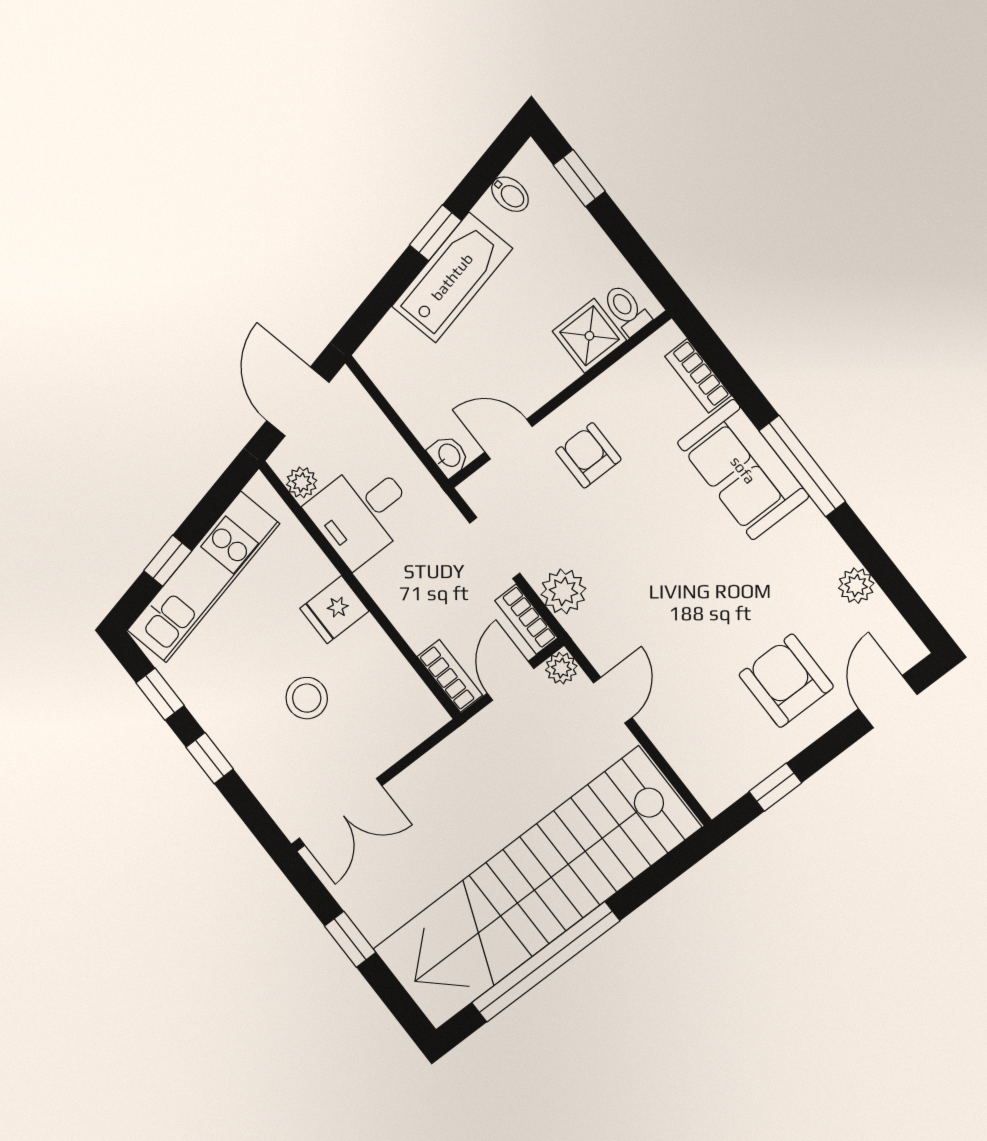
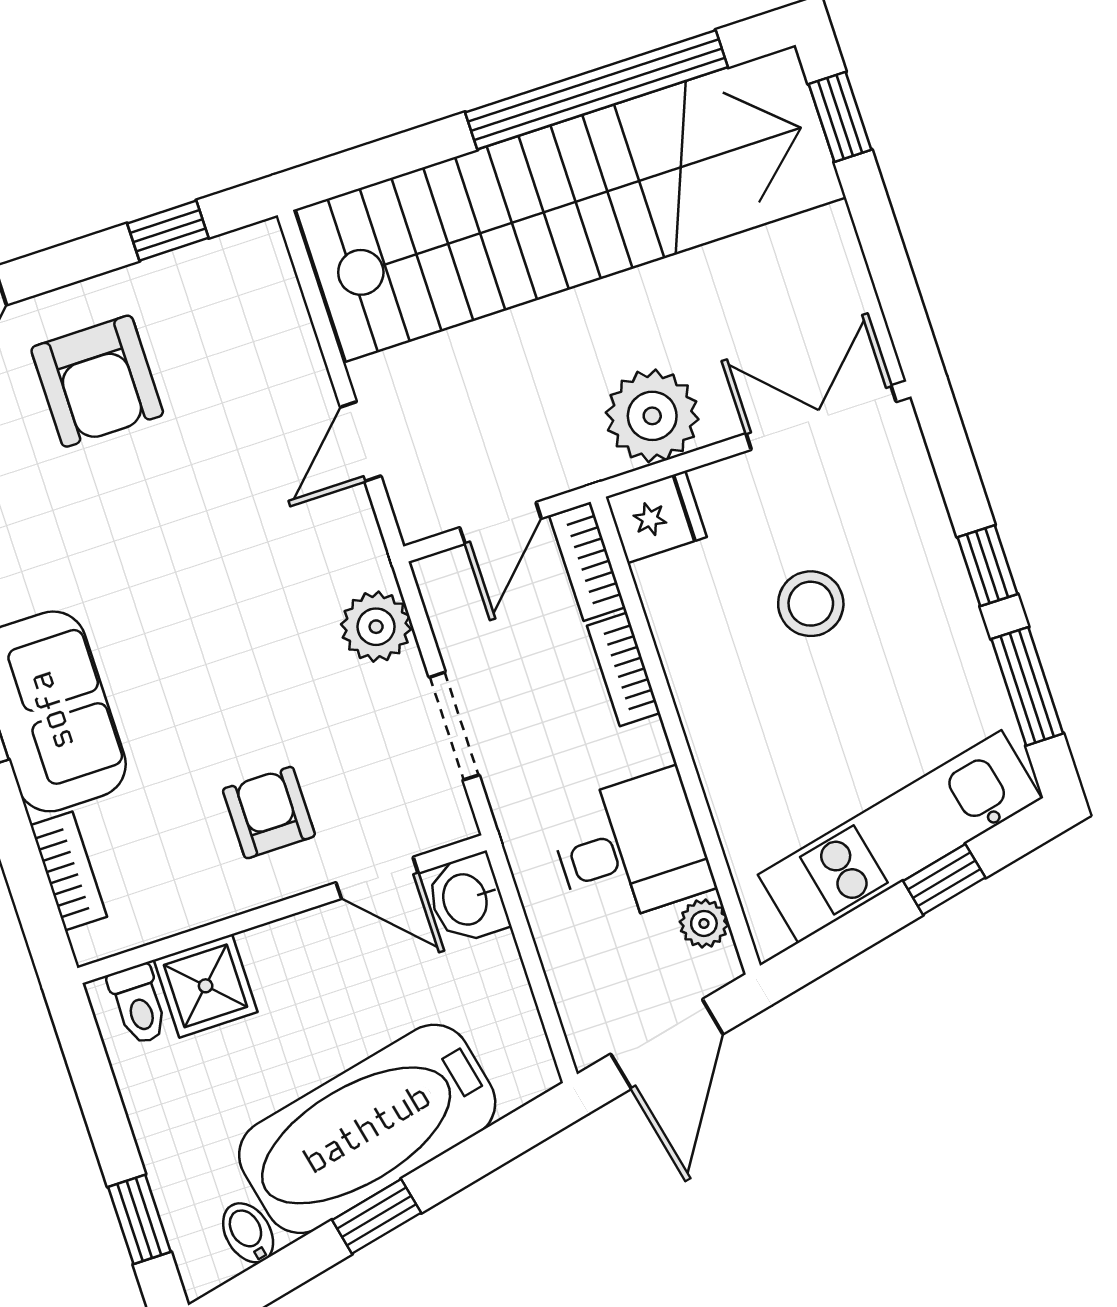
bathtub: (452, 277) -> (367, 1129), width x1.36, depth x1.36
armchair: (588, 455) -> (269, 813), turned 180
washbasin: (449, 456) -> (467, 899), width x1.38, depth x1.45
fridge: (334, 610) -> (656, 517), moved
bookcase: (526, 619) -> (624, 669), moved, turned 180
plant: (561, 668) -> (652, 416), moved, width x1.87, depth x1.87
window: (160, 694) -> (1027, 686), width x1.50
window: (350, 939) -> (840, 117), moved

